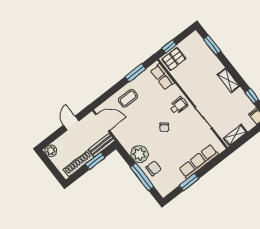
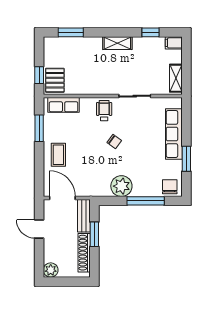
door: (102, 122) -> (62, 198), hinge flipped
chair: (154, 168) -> (170, 187), moved

